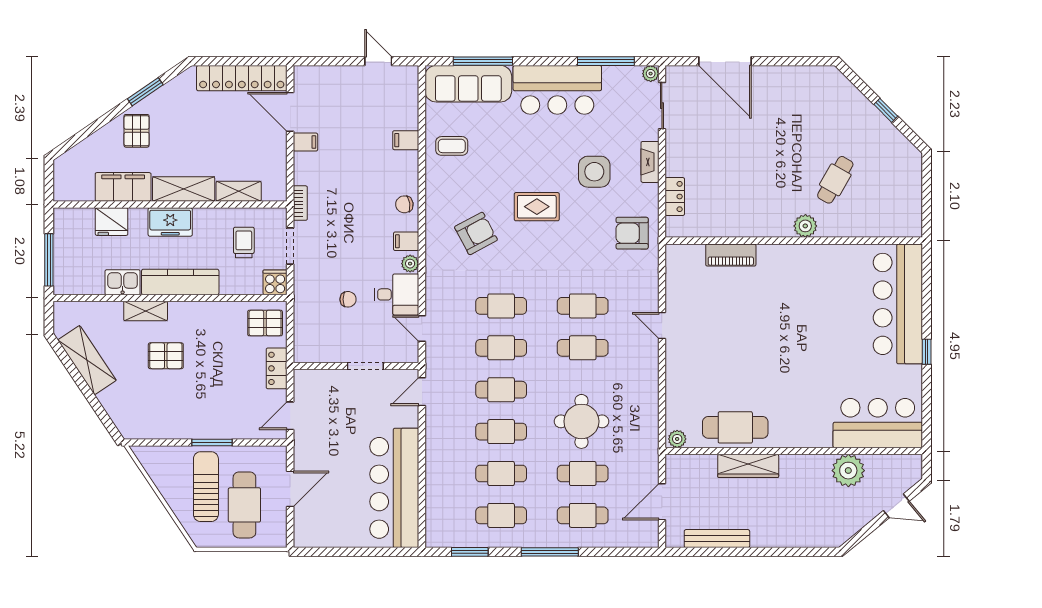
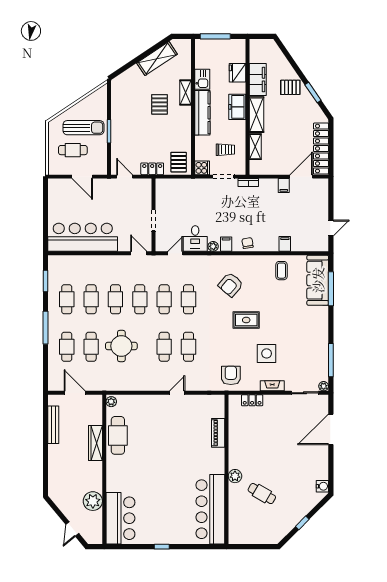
water cooler: (823, 76) -> (322, 486), added
bar counter: (557, 90) -> (314, 332), removed
rug: (537, 207) -> (246, 320), turned 90
armchair: (476, 233) -> (231, 285), turned 69
chair: (348, 299) -> (192, 210), removed
bar counter: (898, 304) -> (210, 509), moved, turned -90
cafe table: (244, 505) -> (73, 150), width x0.73, depth x0.74

